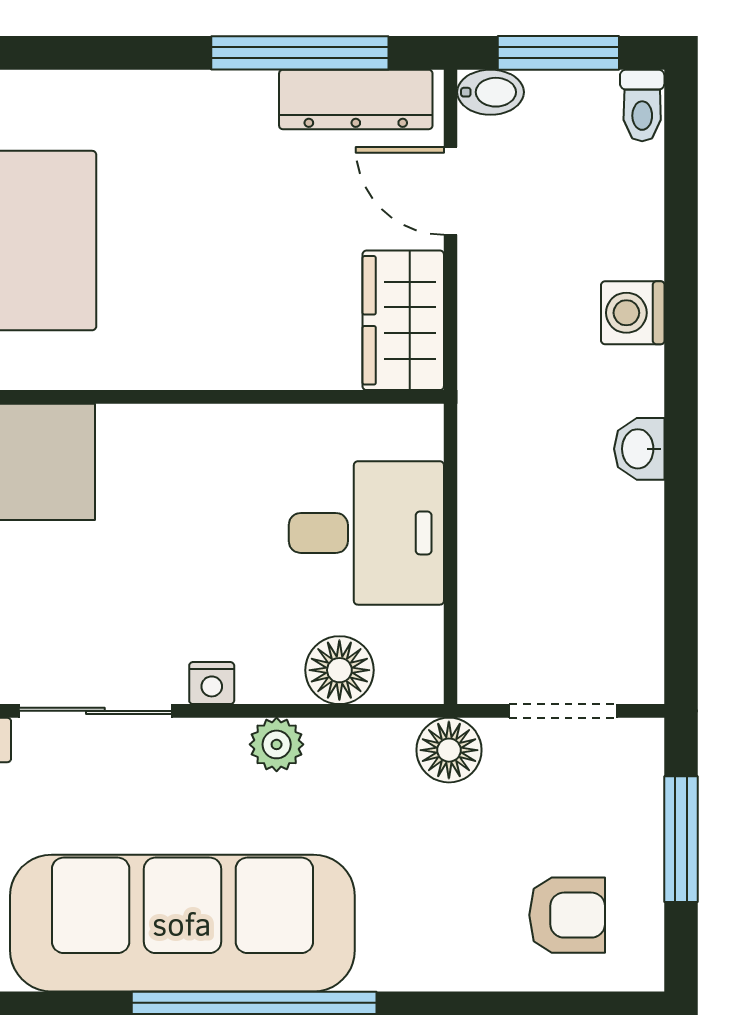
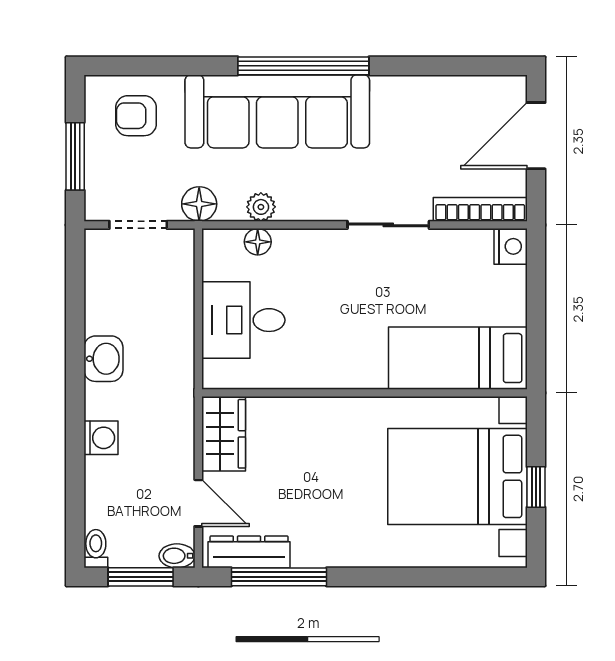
washbasin: (639, 449) -> (103, 359), width x1.38, depth x1.45
floor lamp: (339, 670) -> (258, 242), width x0.73, depth x0.73
nightstand: (212, 683) -> (326, 240), removed
plant: (277, 744) -> (261, 207), moved
sofa: (182, 923) -> (277, 111), moved

